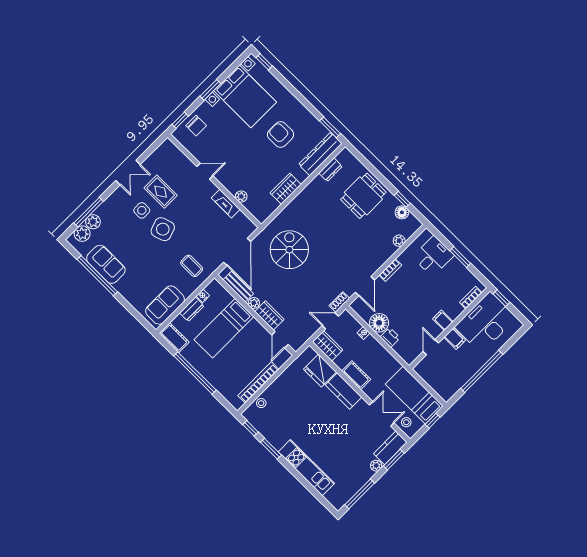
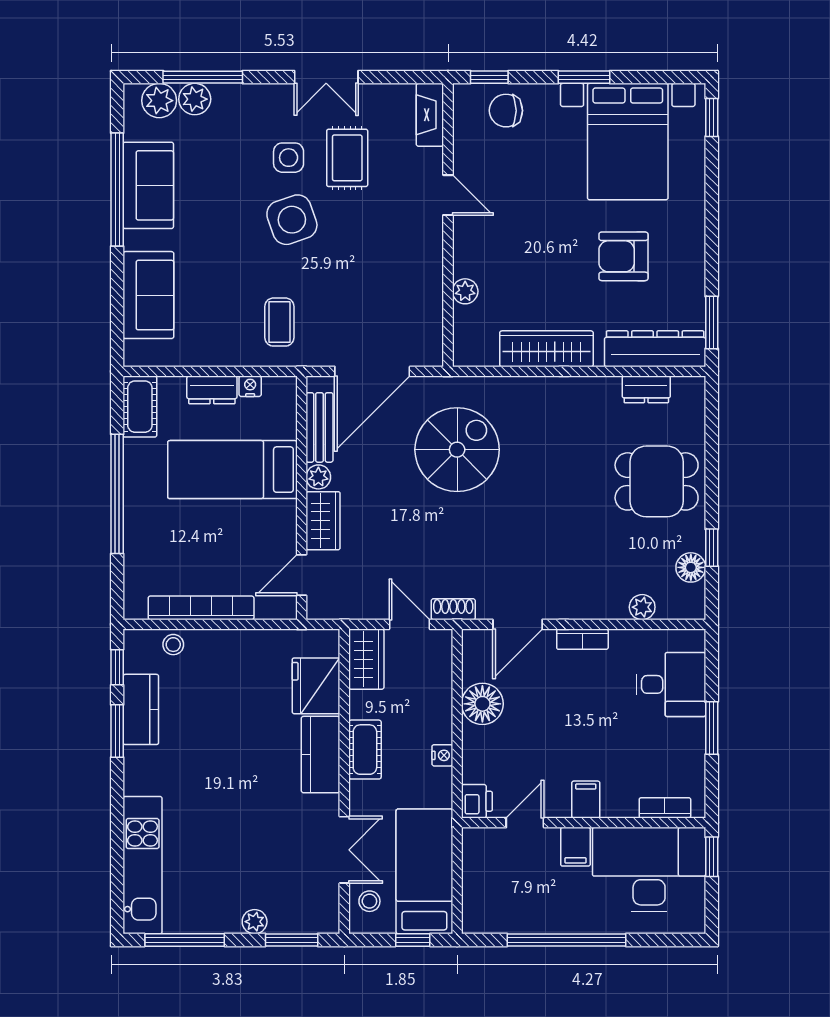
chair: (196, 126) -> (506, 111), turned 90
armchair: (281, 134) -> (623, 256), turned -90
wardrobe: (286, 189) -> (546, 349), width x1.50
fireplace: (226, 204) -> (430, 115), moved
sofa: (165, 305) -> (148, 295), moved, turned 90
nightstand: (364, 333) -> (442, 755), moved
printer: (390, 337) -> (477, 801), moved
kitchen counter: (390, 448) -> (141, 709), moved, turned 90
kitchen unit: (306, 468) -> (143, 865), moved

